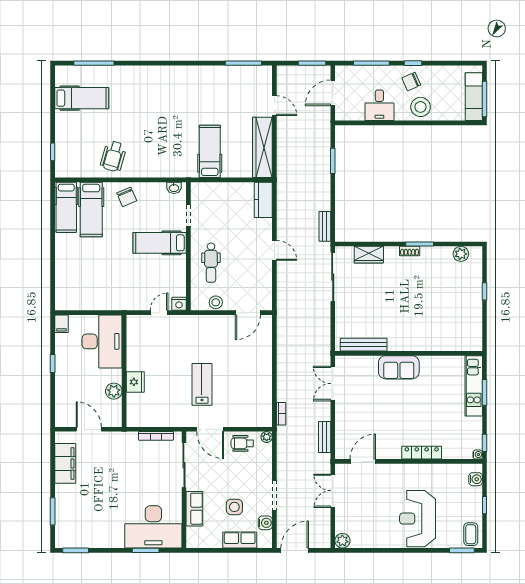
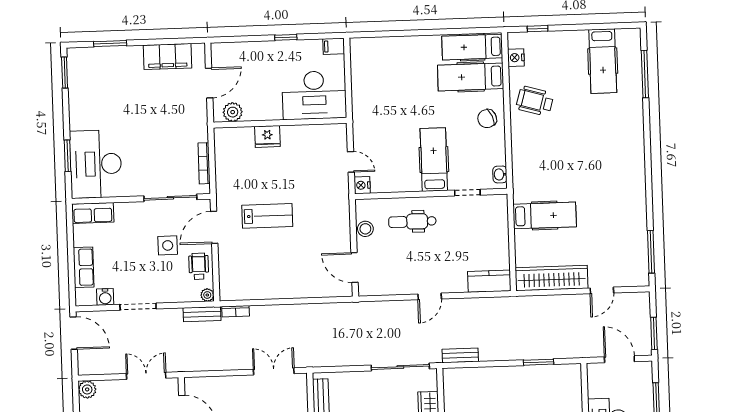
nightstand: (76, 171) -> (516, 58), added
plant: (114, 391) -> (233, 112), moved
bench: (325, 437) -> (202, 314), moved
side table: (234, 507) -> (168, 245), moved
row of seats: (194, 509) -> (93, 213), moved

